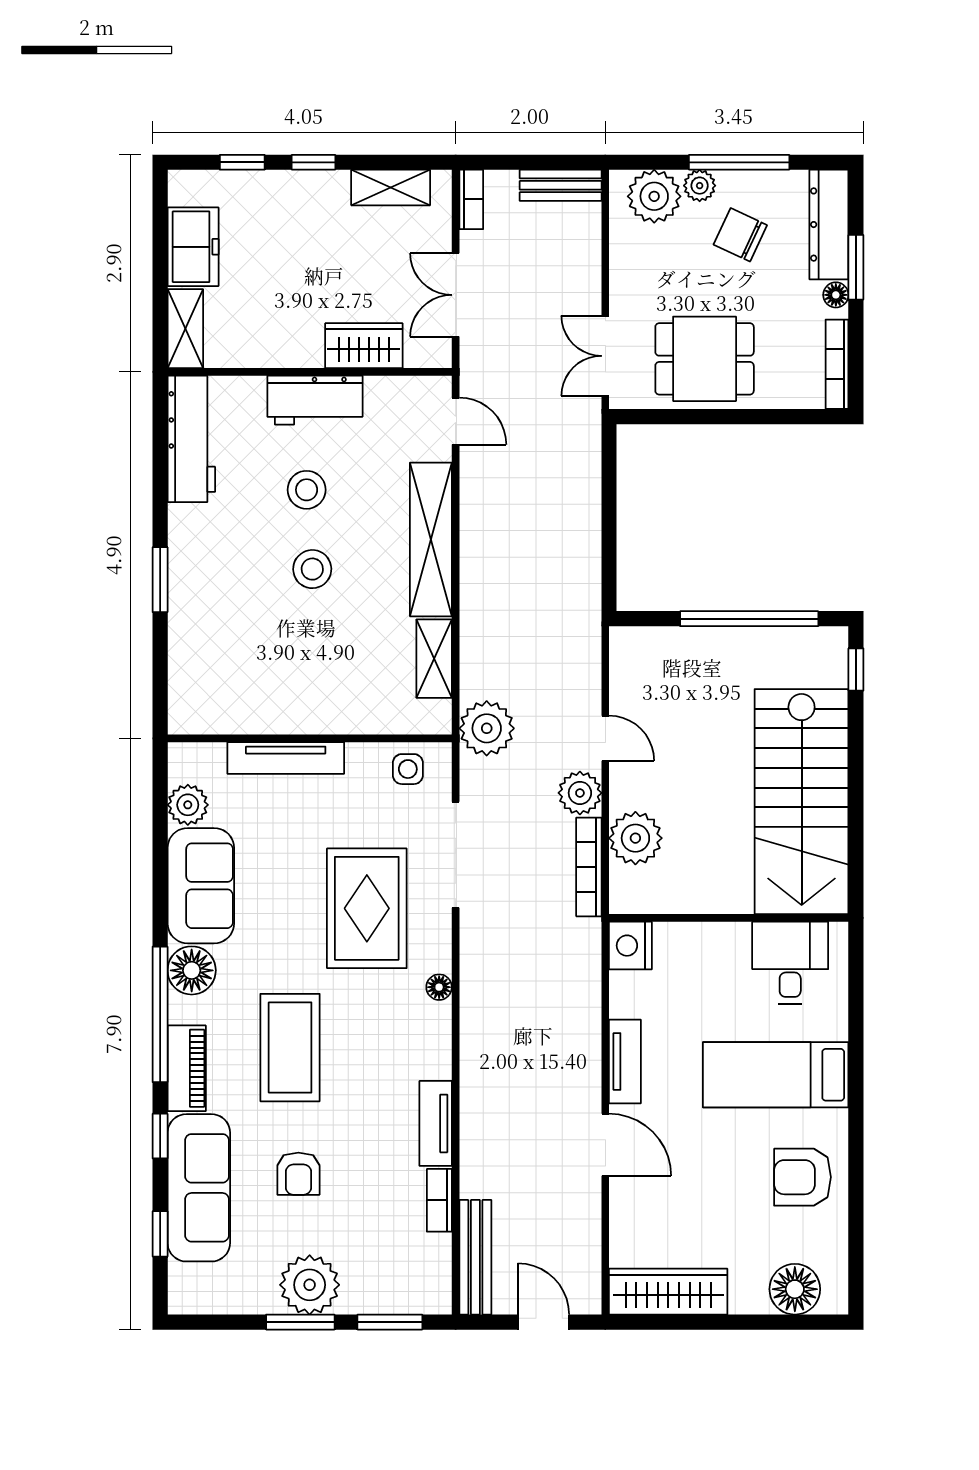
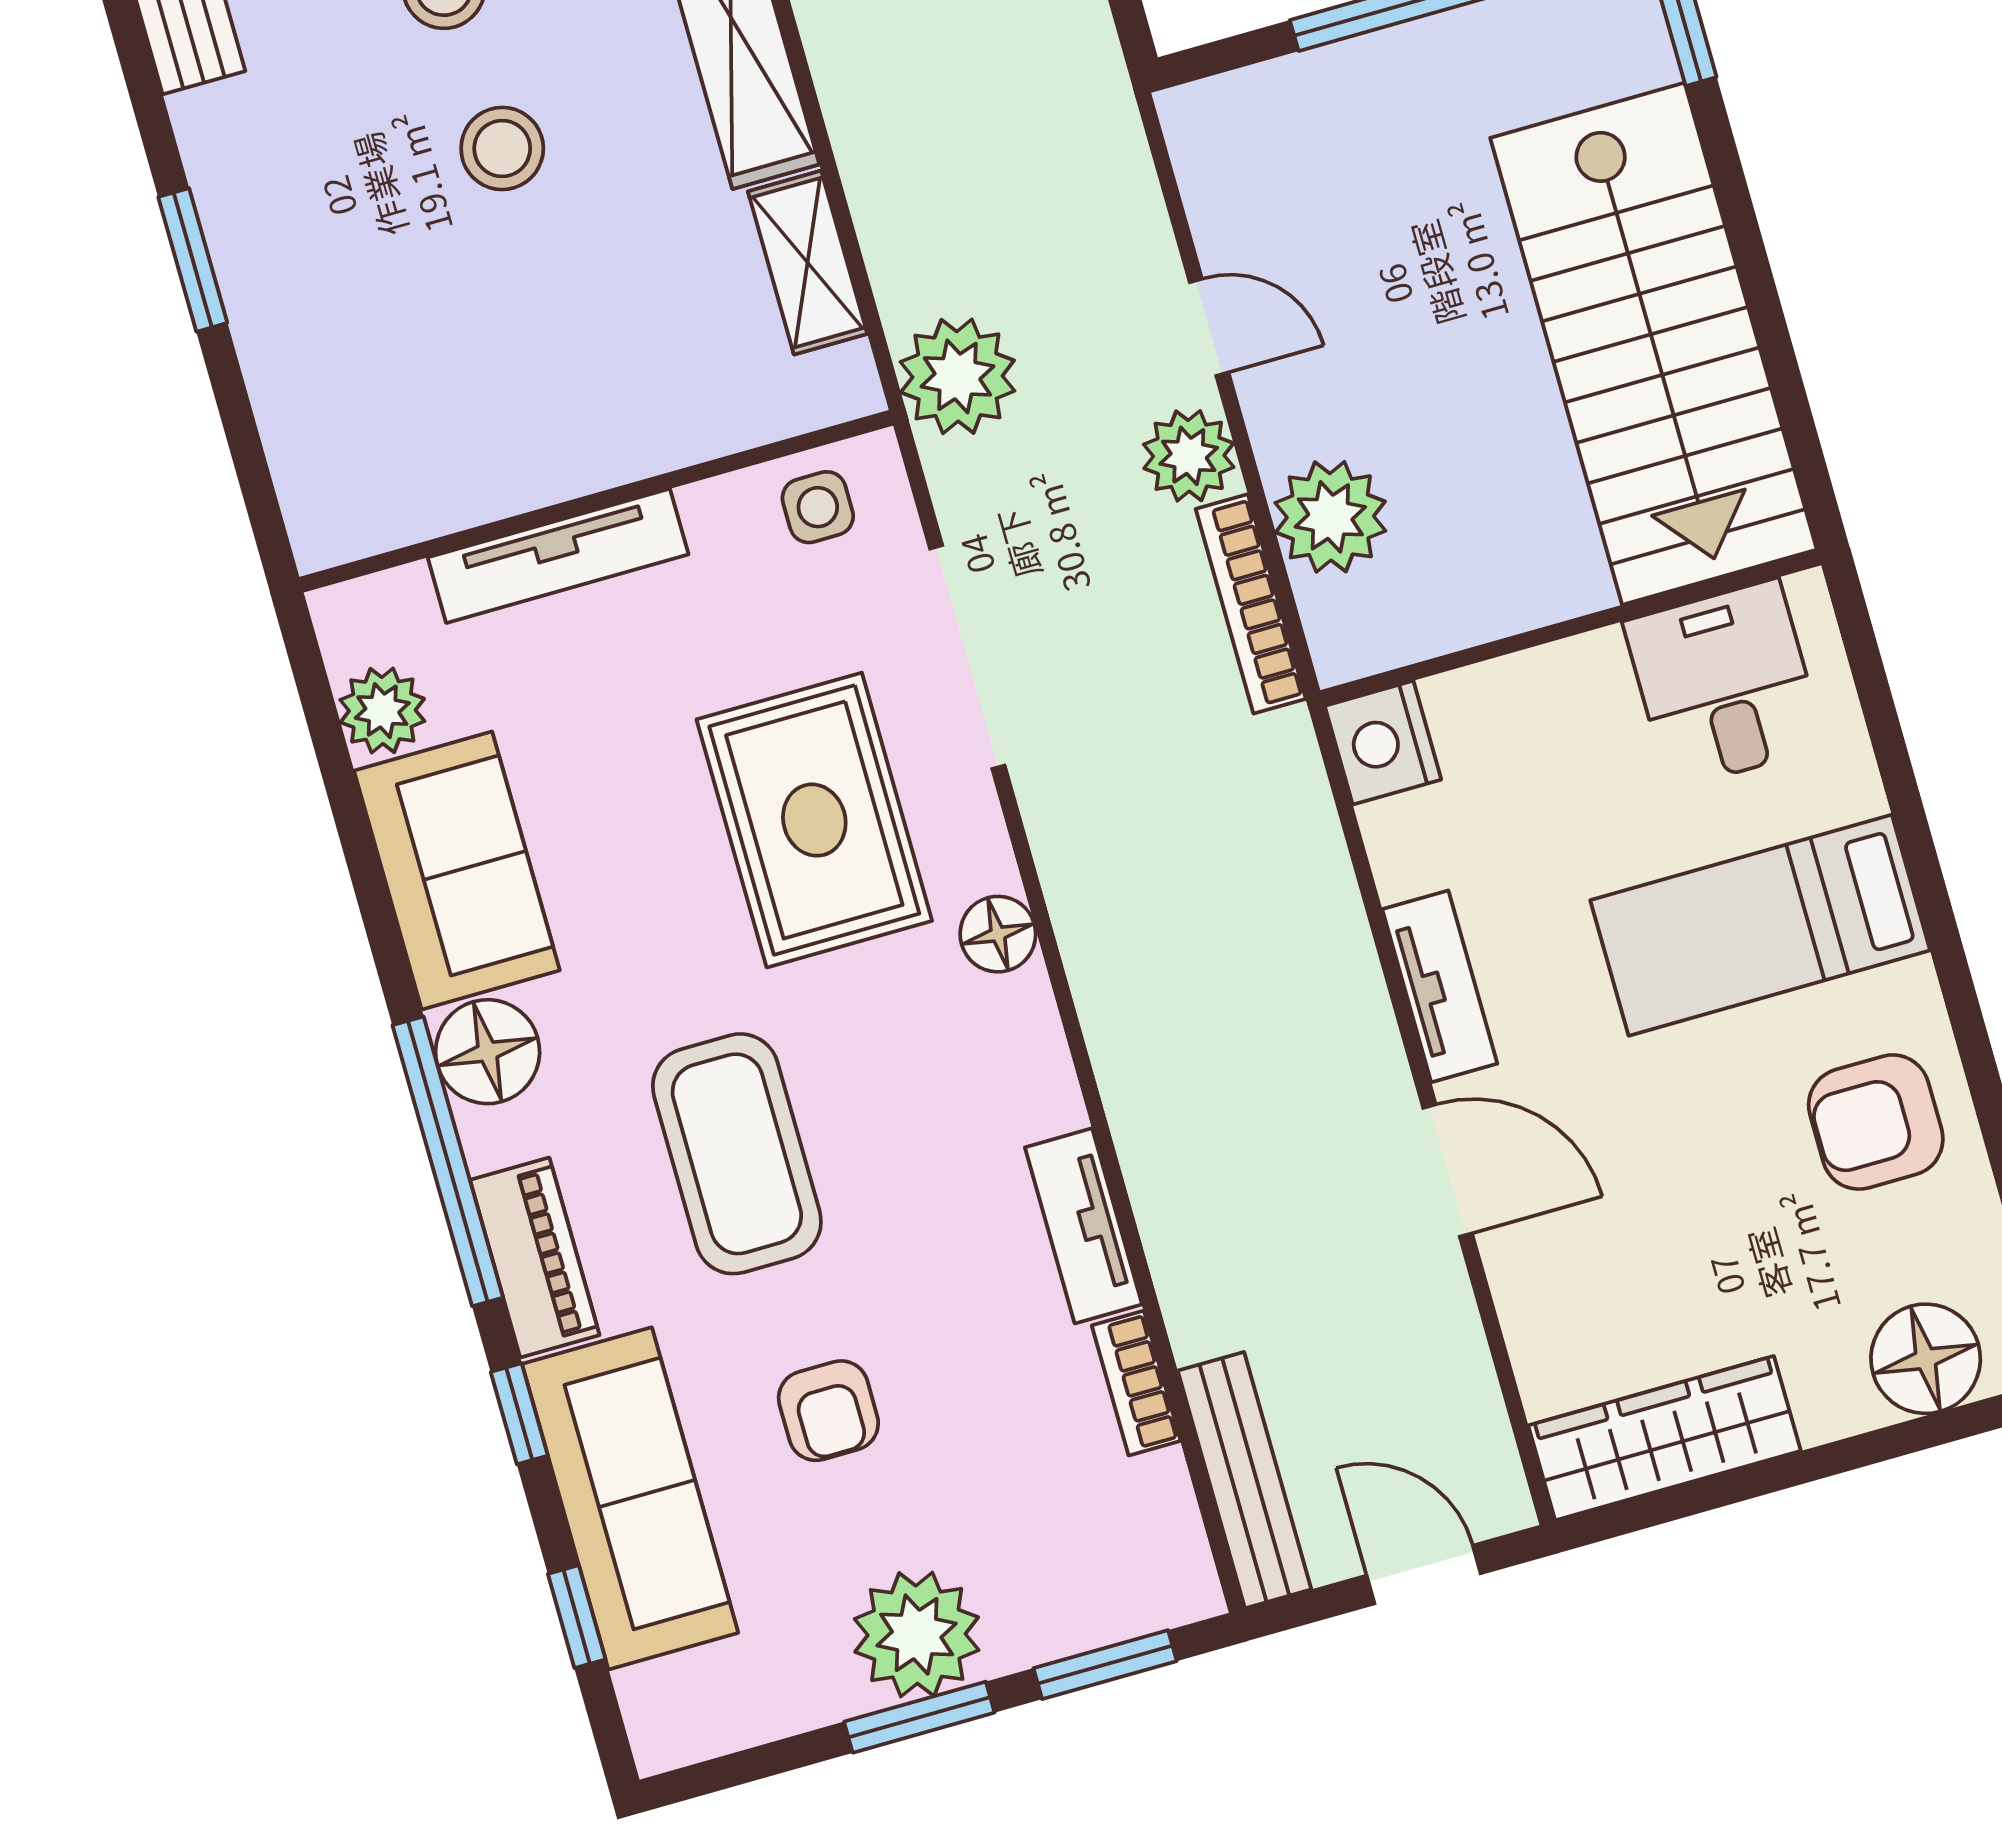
floor lamp: (439, 987) -> (998, 934), width x1.37, depth x1.37

